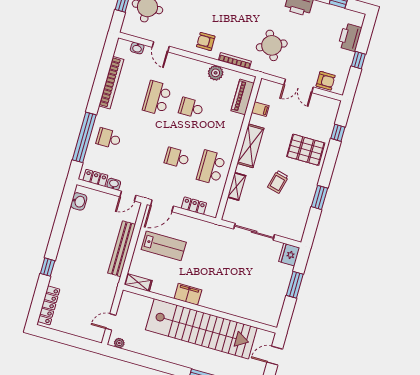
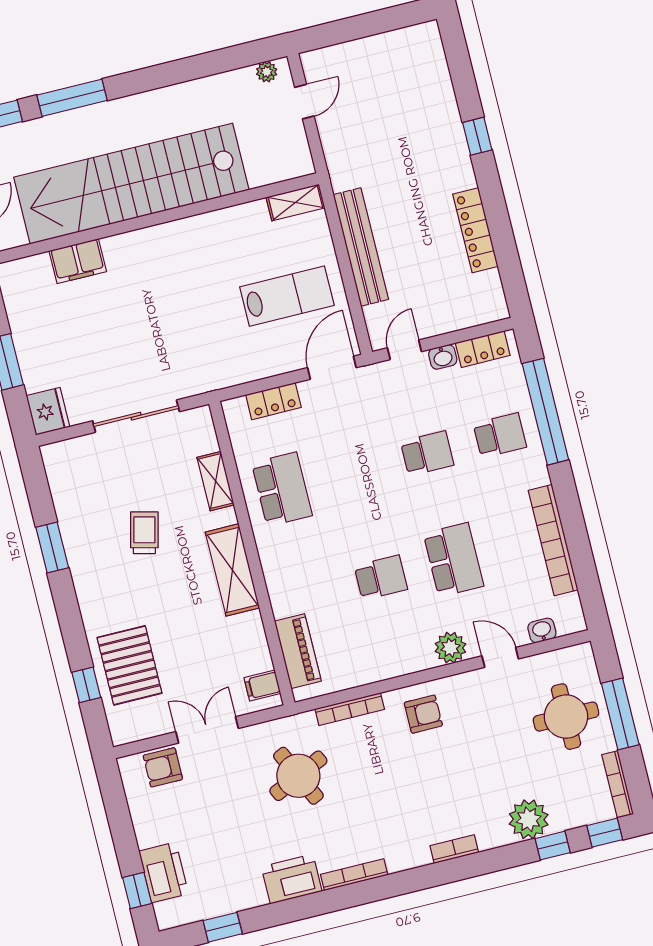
window: (358, 60) -> (137, 891), moved
plant: (216, 73) -> (450, 648), moved
filing cabinet: (260, 109) -> (262, 686), moved
pallet: (306, 150) -> (129, 665), moved, turned 90
school desk: (177, 158) -> (427, 453), moved
washbasin: (79, 201) -> (489, 289), removed
lab bench: (164, 246) -> (287, 296), turned 180
filing cabinet: (188, 294) -> (78, 261), moved
locker: (49, 305) -> (475, 230), moved

